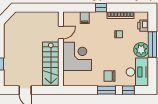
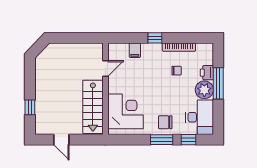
printer: (143, 26) -> (207, 73), moved
corner desk: (77, 56) -> (126, 111), moved

